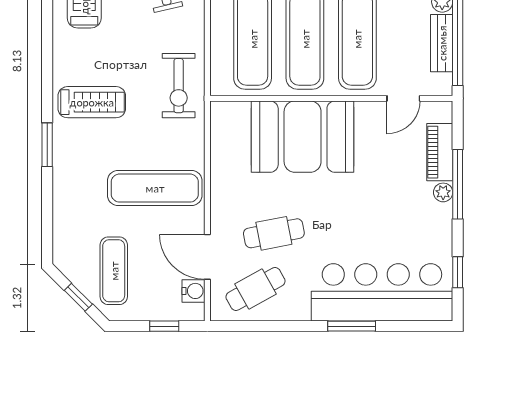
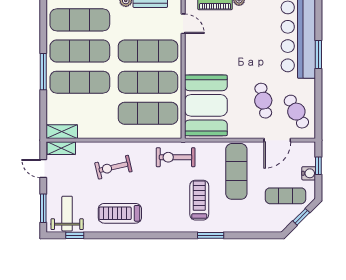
exercise bike: (179, 86) -> (176, 157), turned 180
treadmill: (92, 102) -> (199, 200), moved
booth: (303, 137) -> (206, 105), moved
water cooler: (193, 291) -> (309, 173), moved, turned 90

